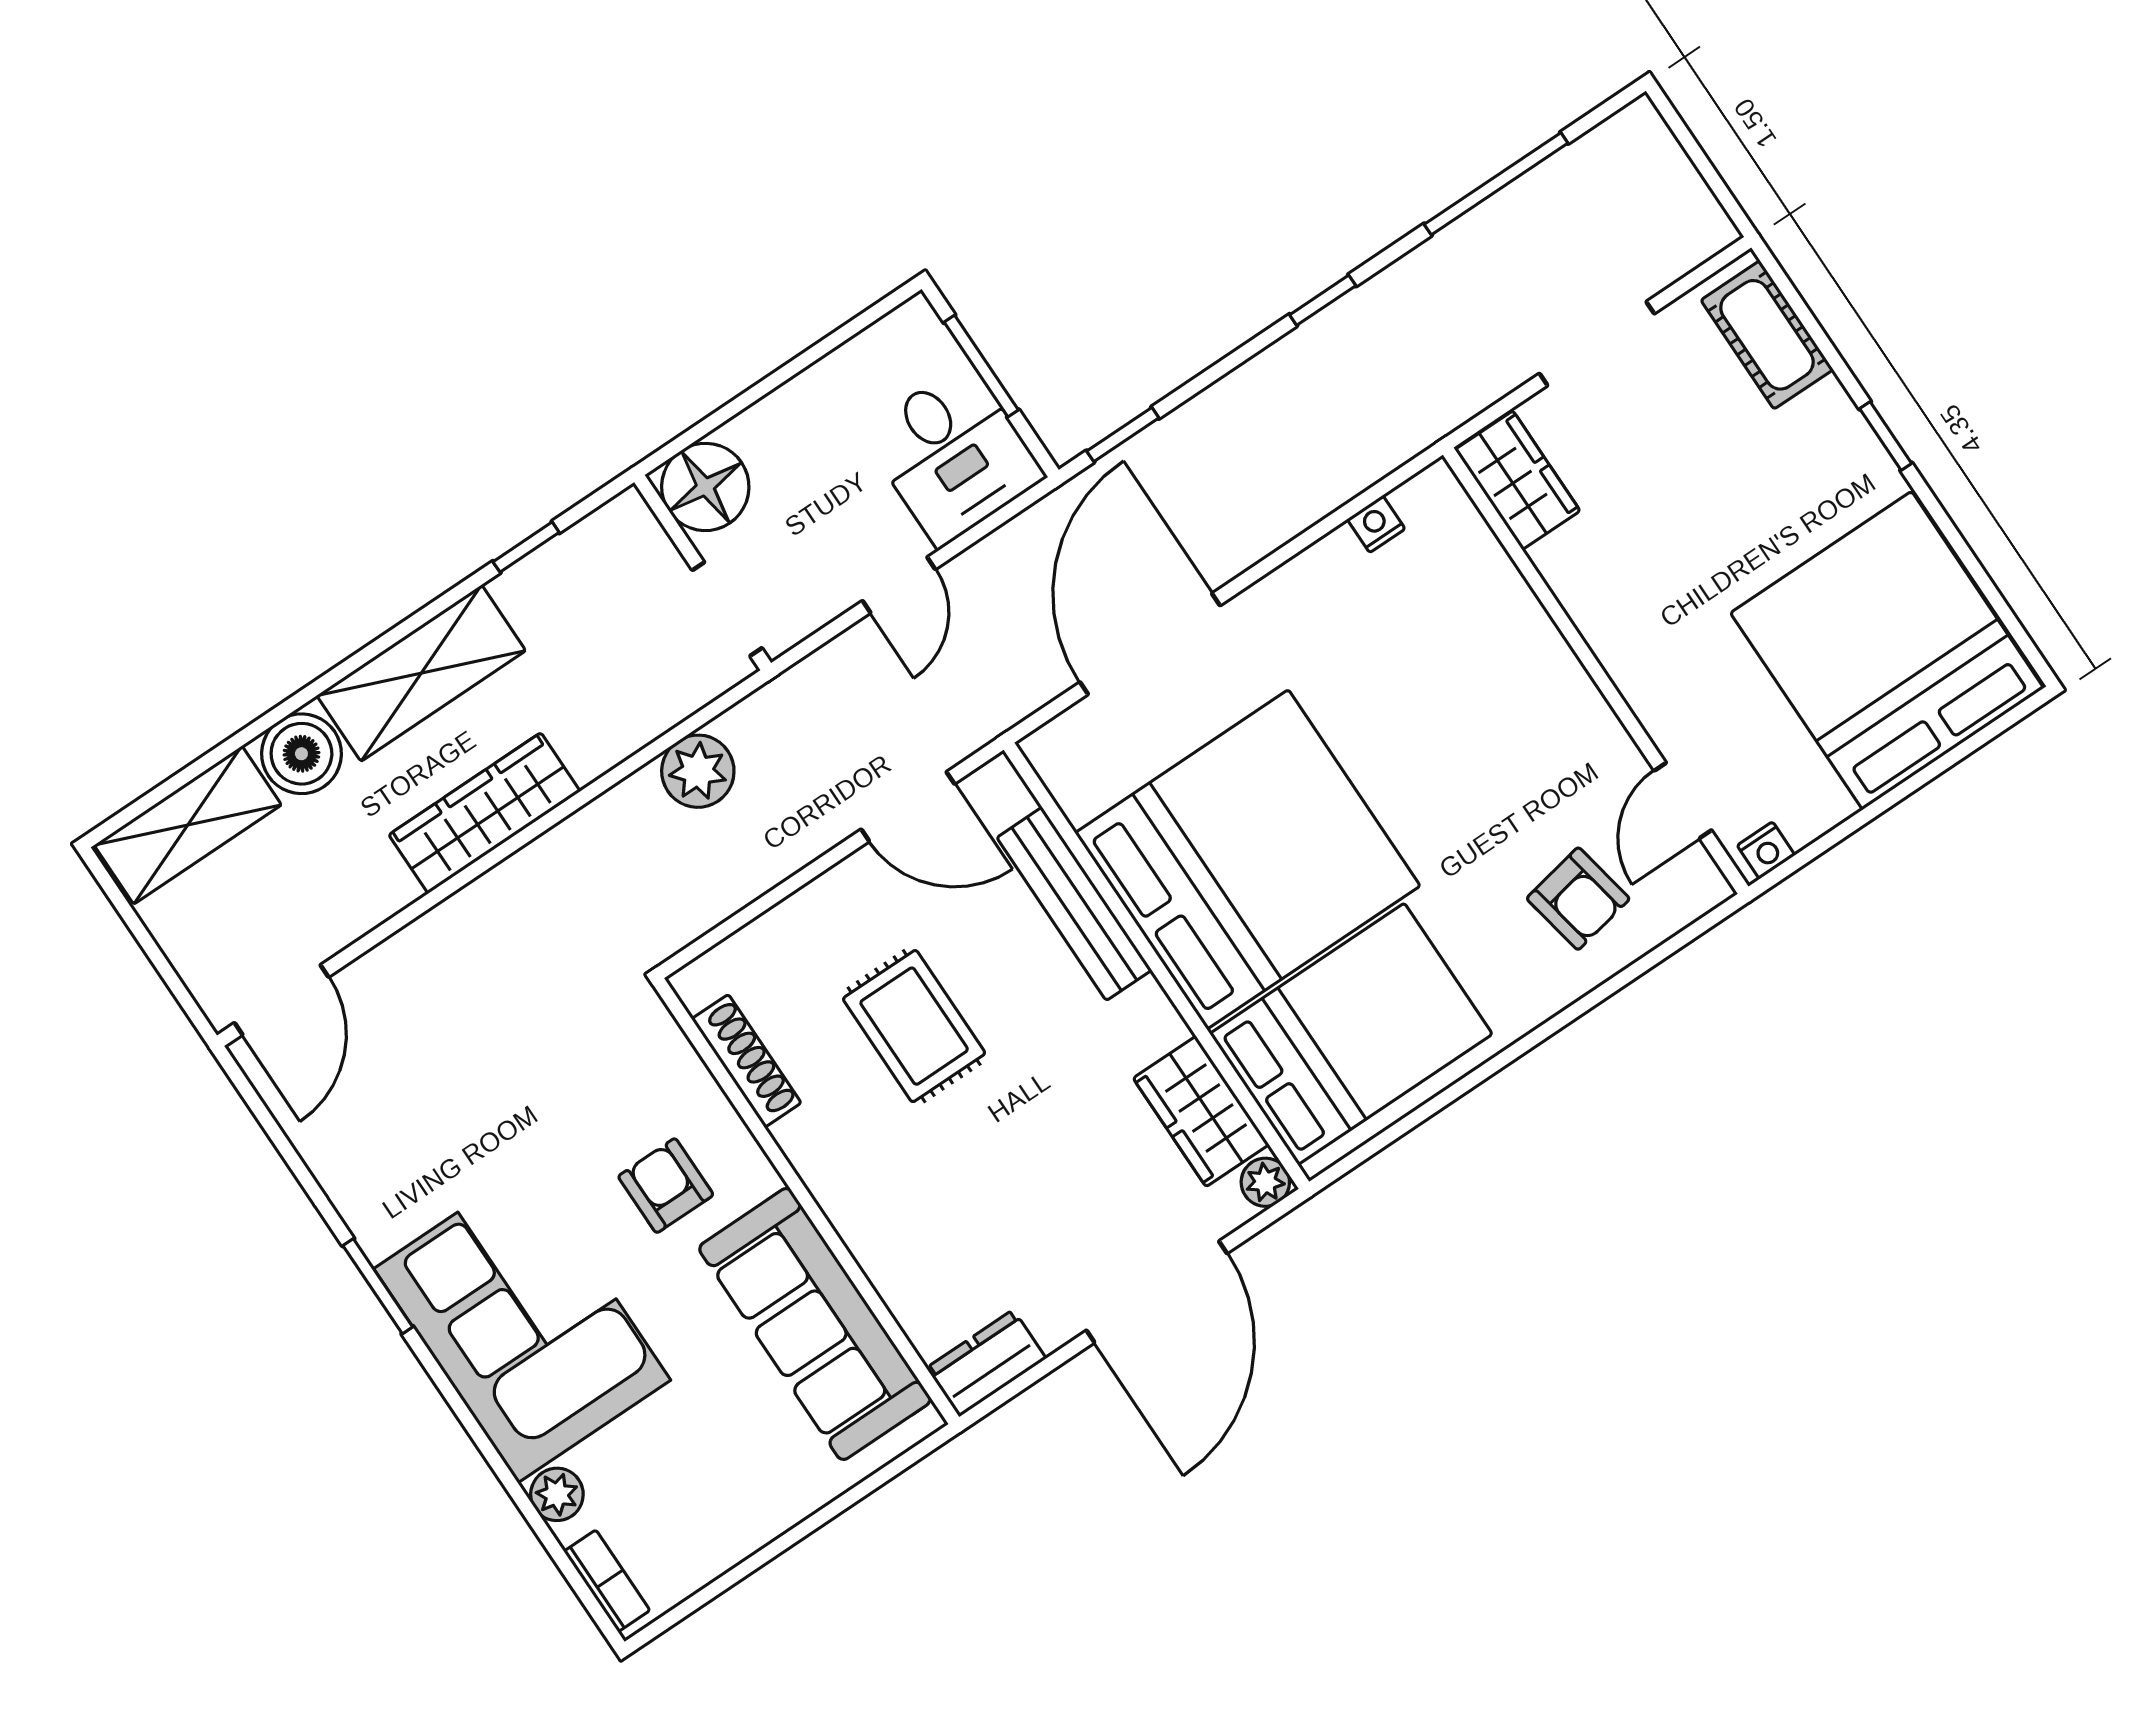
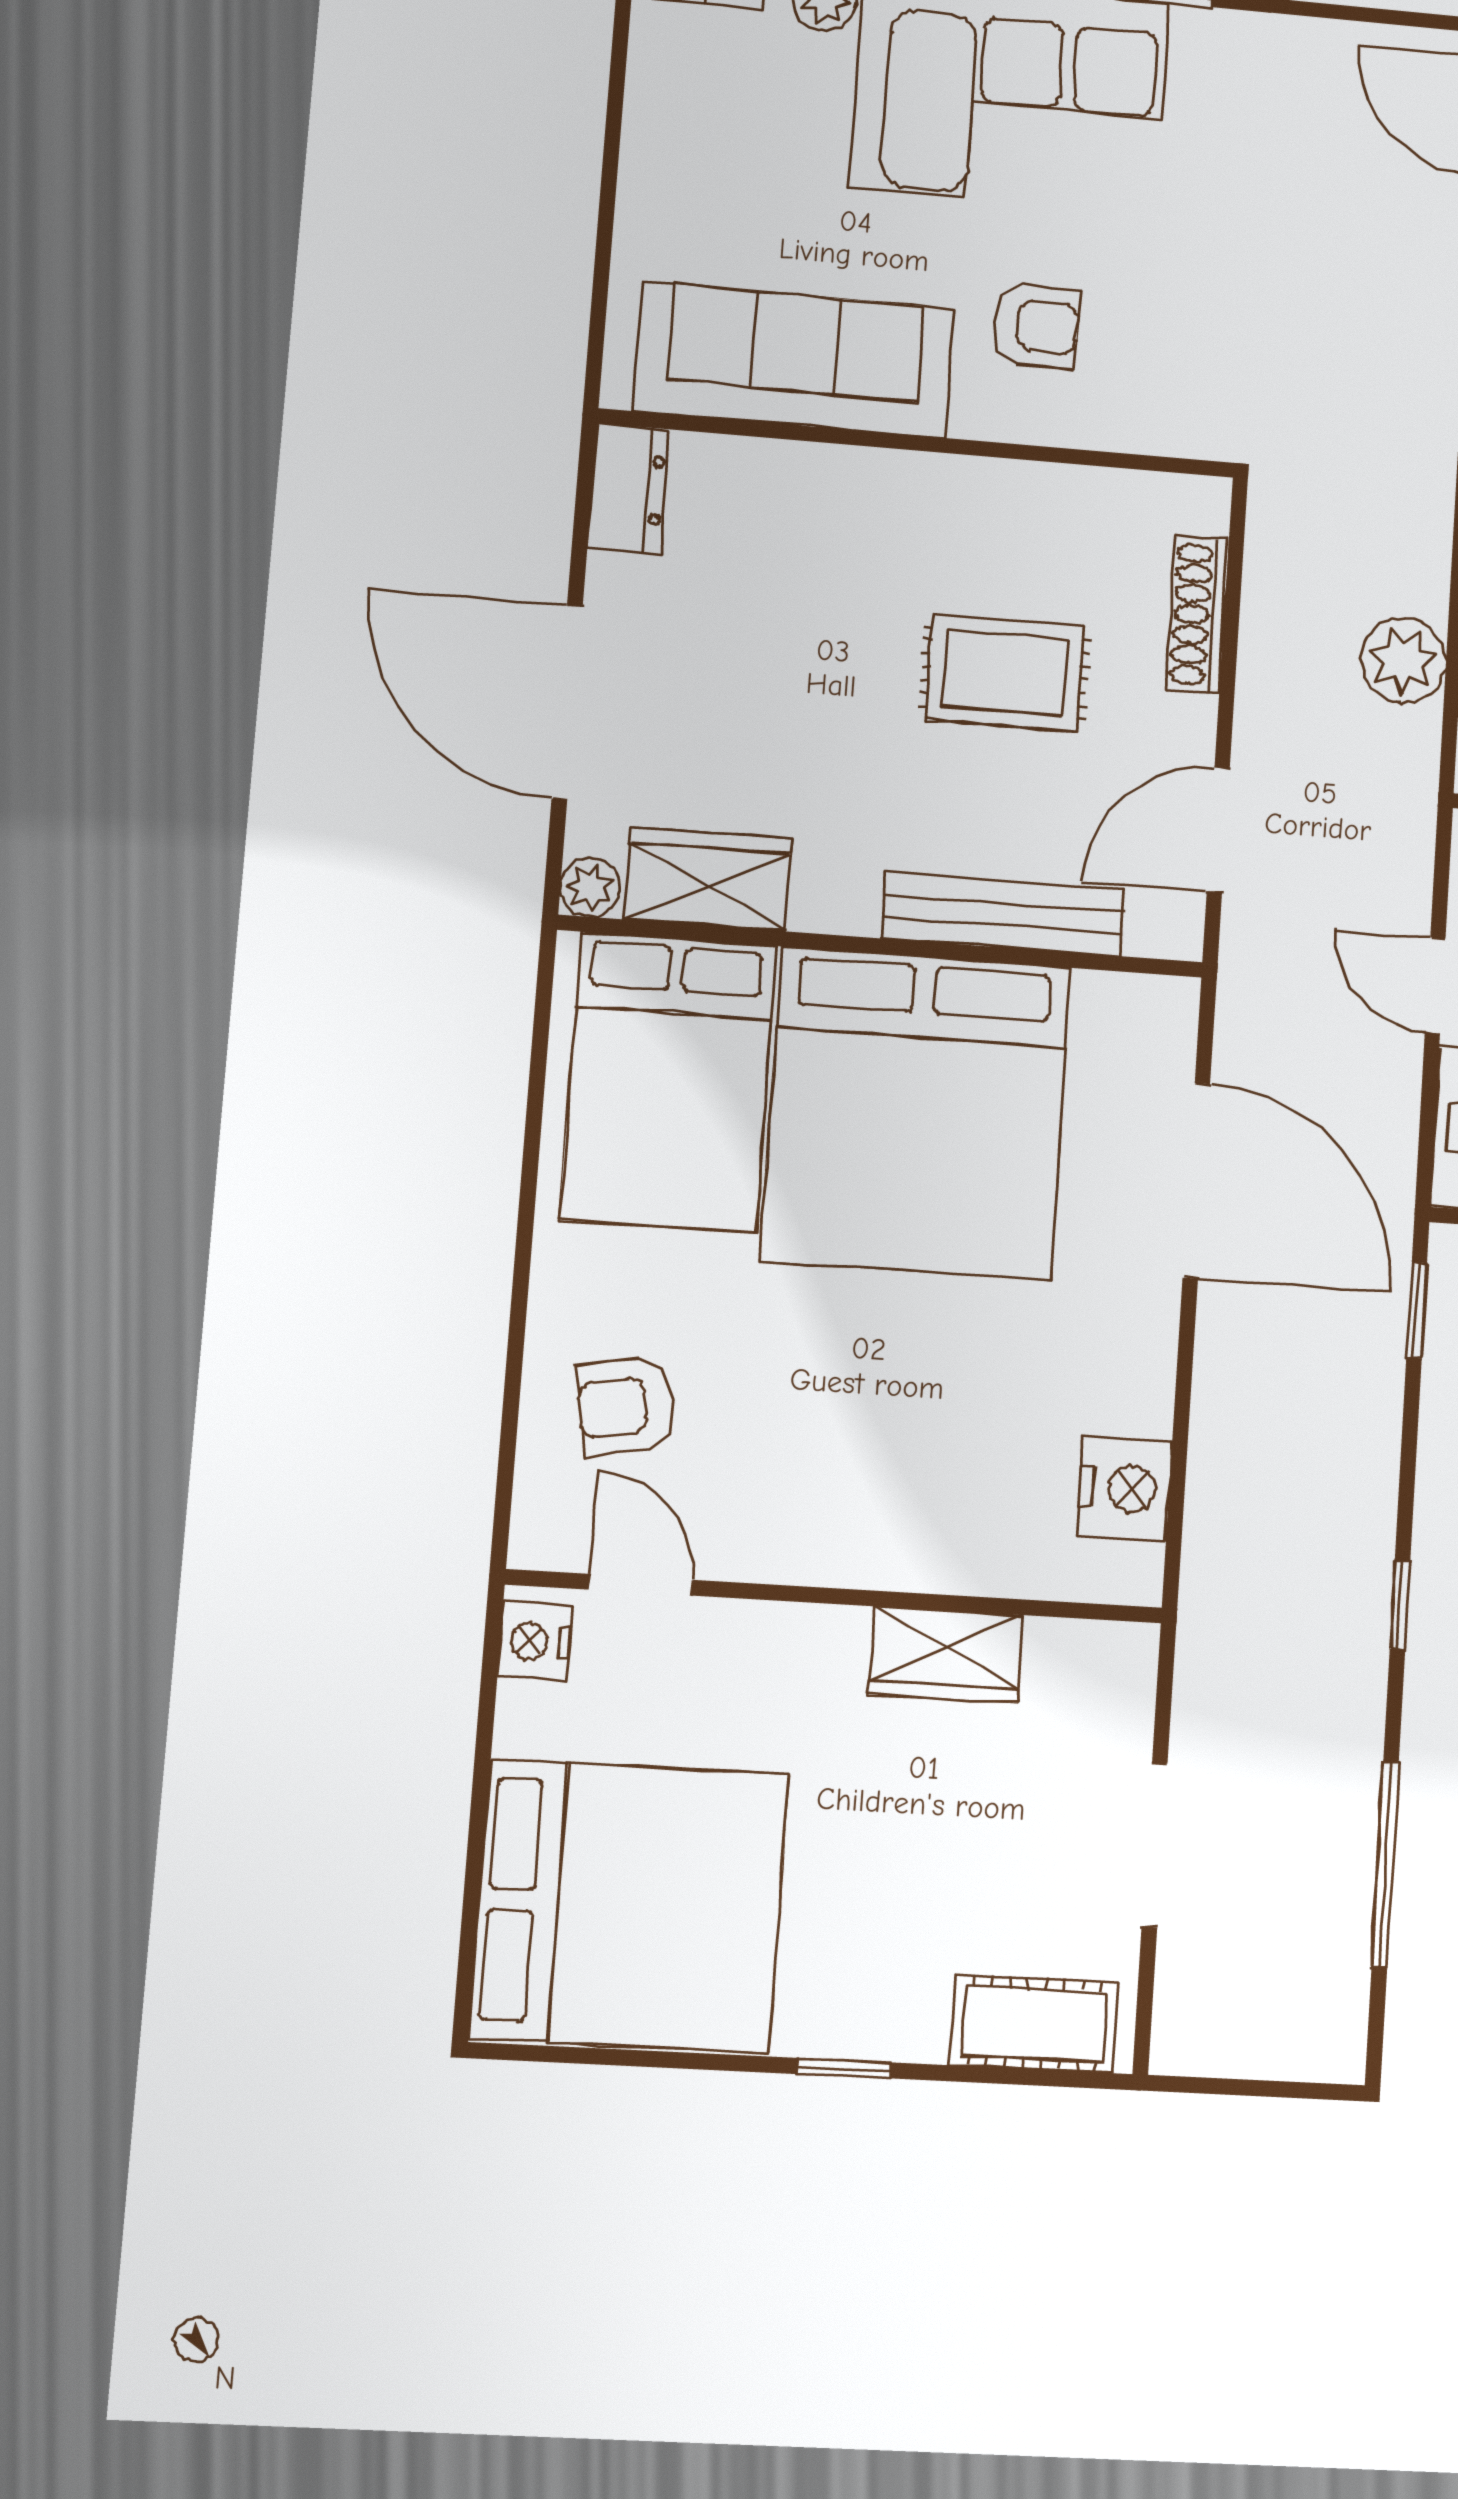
wardrobe: (1517, 480) -> (946, 1655), moved
nightstand: (1376, 524) -> (1125, 1489), width x1.89, depth x1.79
nightstand: (1766, 850) -> (535, 1641), width x1.39, depth x1.35
shoe rack: (746, 1061) -> (1198, 614), moved, turned 90

